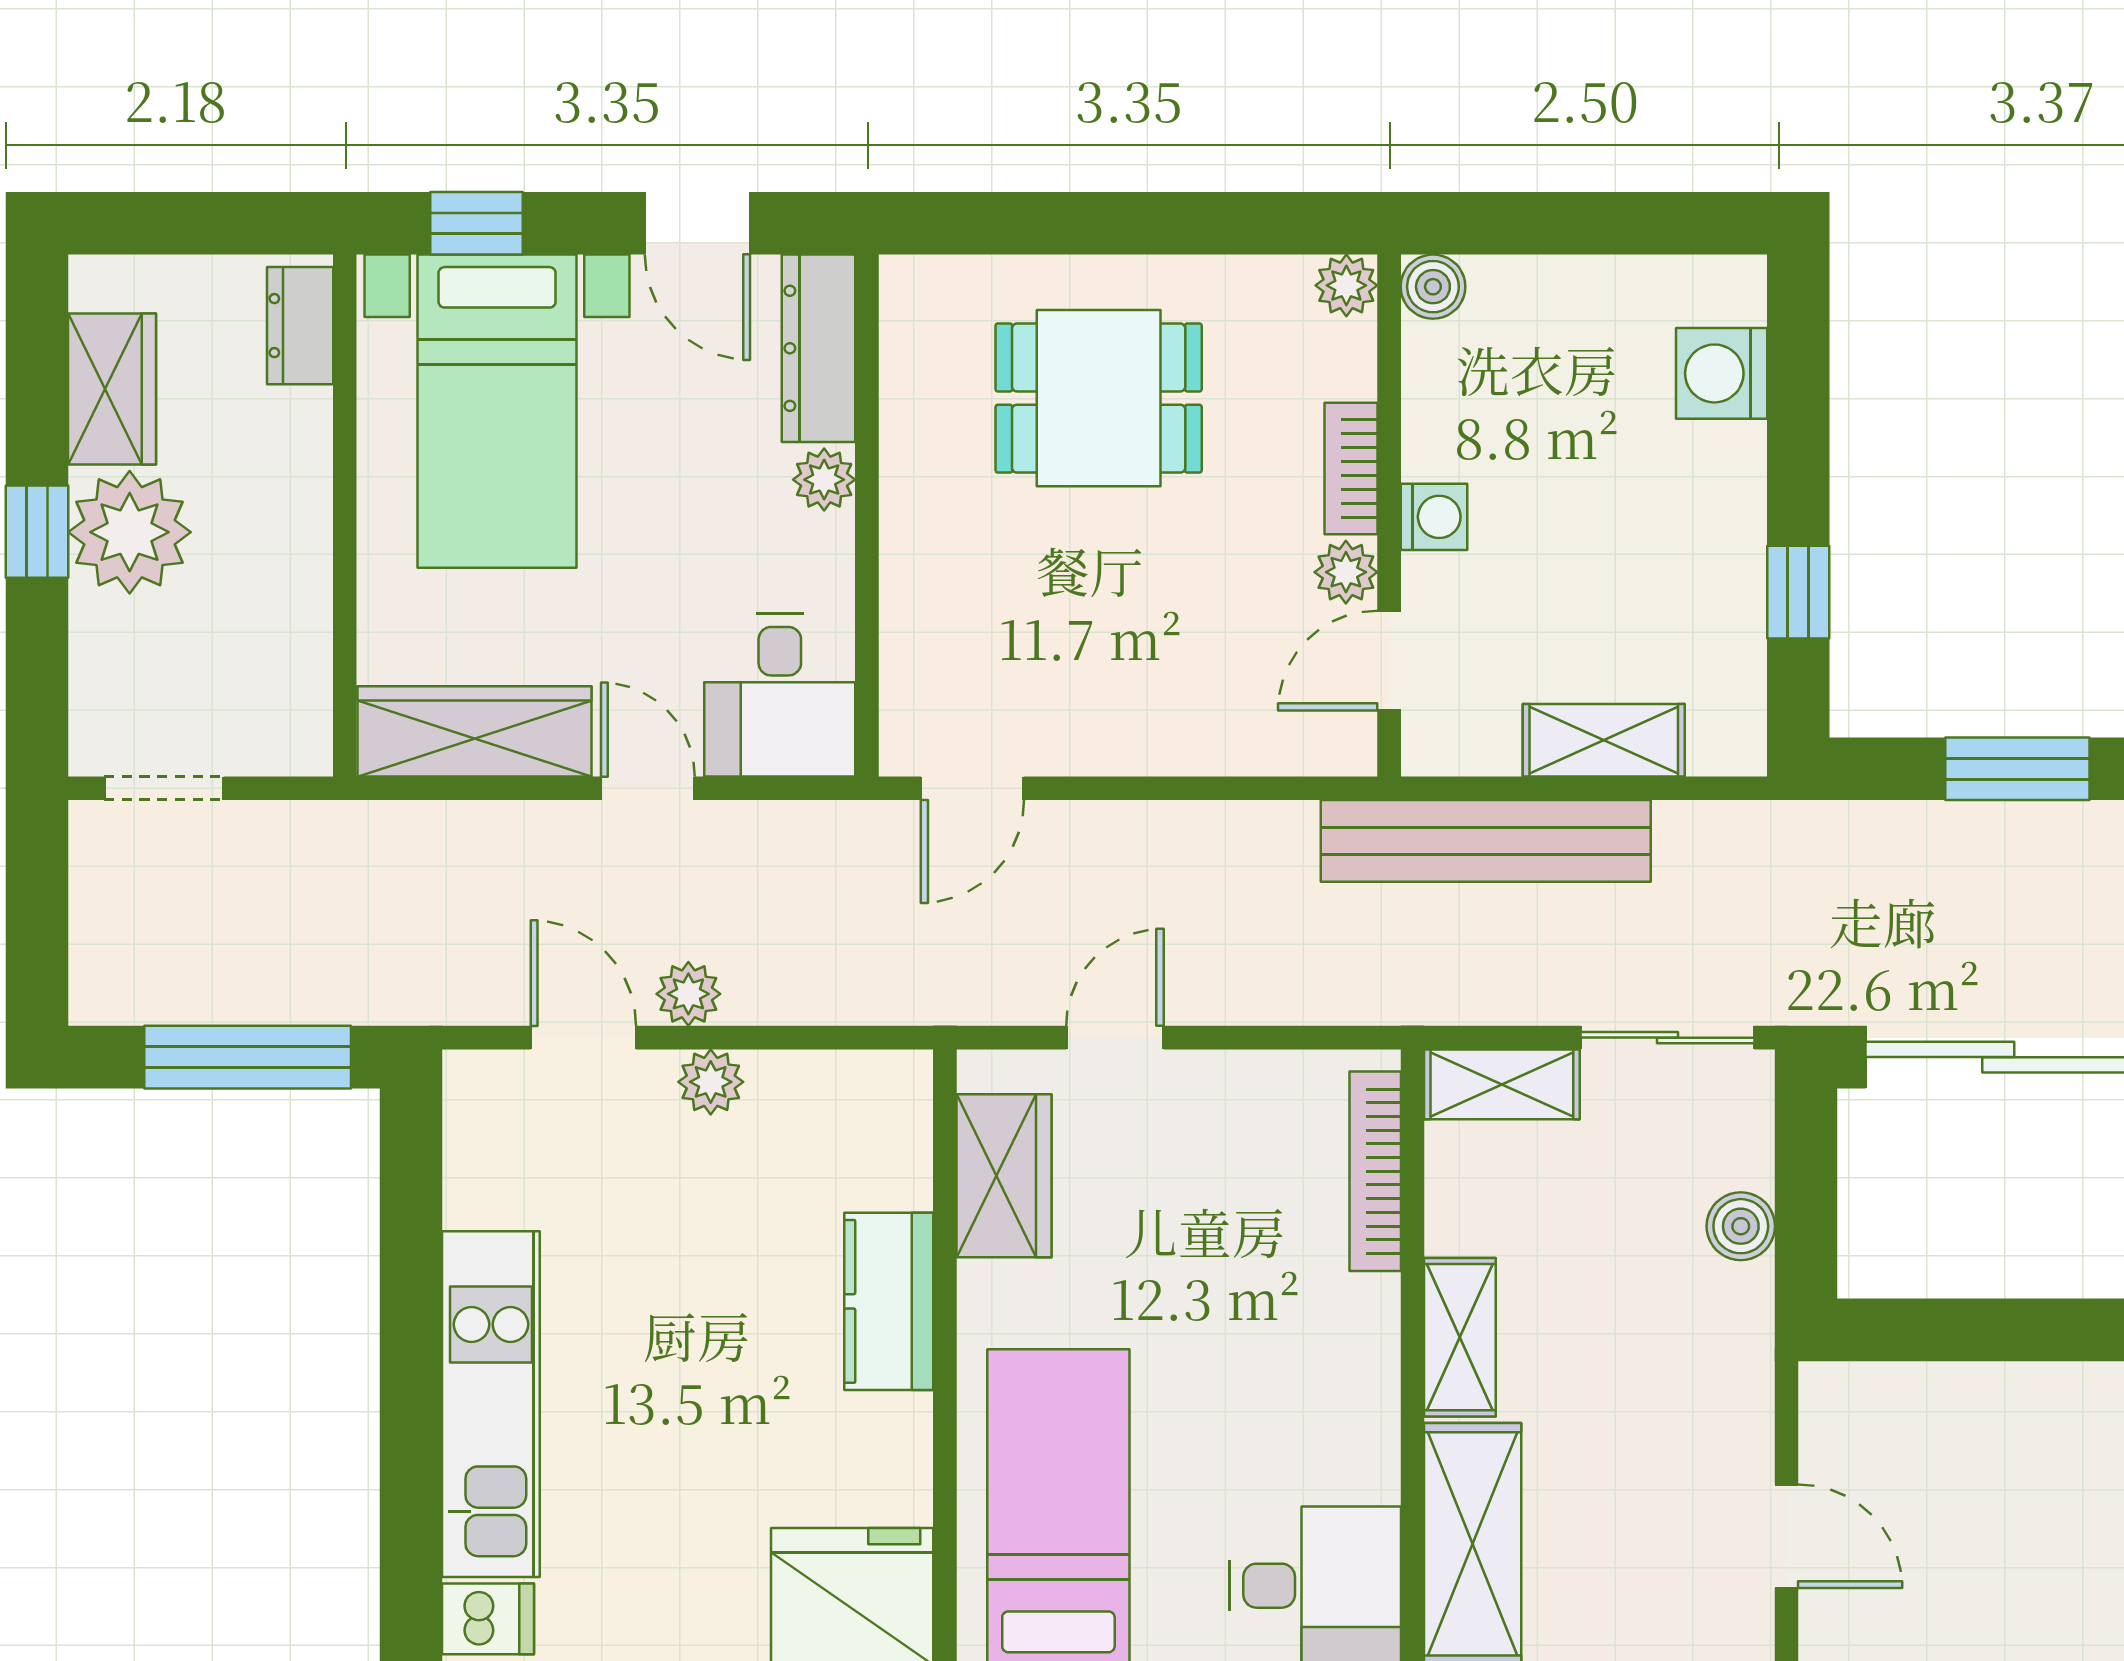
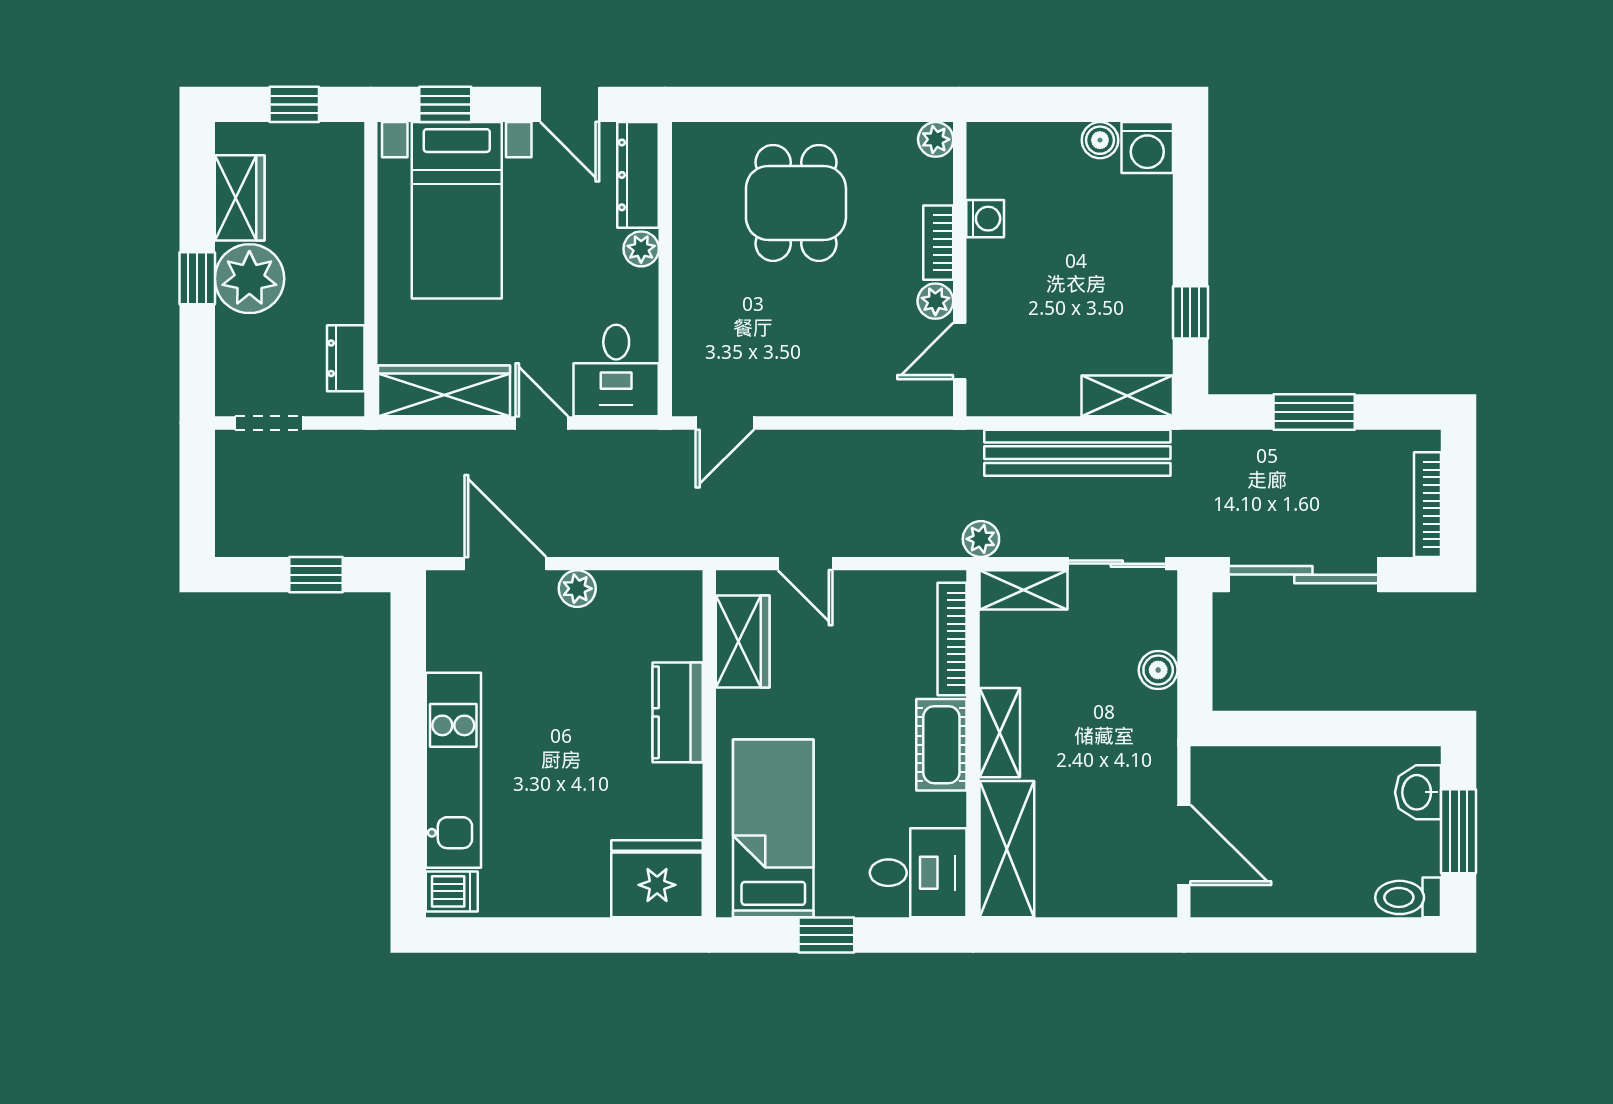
window: (209, 223) -> (294, 104), added
boiler: (1433, 287) -> (1100, 140), moved
dresser: (300, 326) -> (346, 358), moved
washing machine: (1722, 373) -> (1147, 148), moved, turned -90
dining table: (1099, 398) -> (796, 203), turned 90
washing machine: (1434, 517) -> (985, 219), moved
shelving: (1604, 740) -> (1127, 396), moved
bench: (1486, 841) -> (1077, 453), moved
plant: (688, 994) -> (981, 539), moved
door: (583, 1038) -> (505, 564), width x1.38
door: (1115, 1038) -> (805, 564), swing flipped
window: (248, 1057) -> (316, 575), width x0.46
cot: (1357, 1359) -> (941, 745), added
door: (1787, 1536) -> (1184, 845), width x1.38

